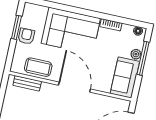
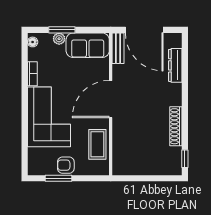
window: (143, 58) -> (62, 30), width x0.69
bench: (27, 83) -> (118, 48), moved

